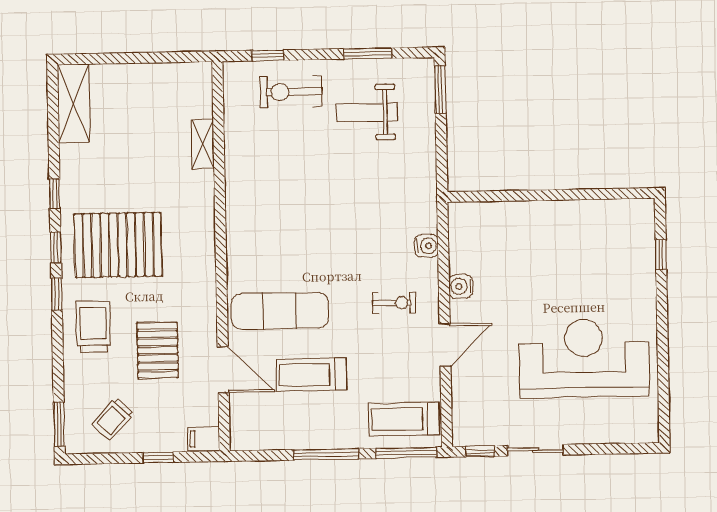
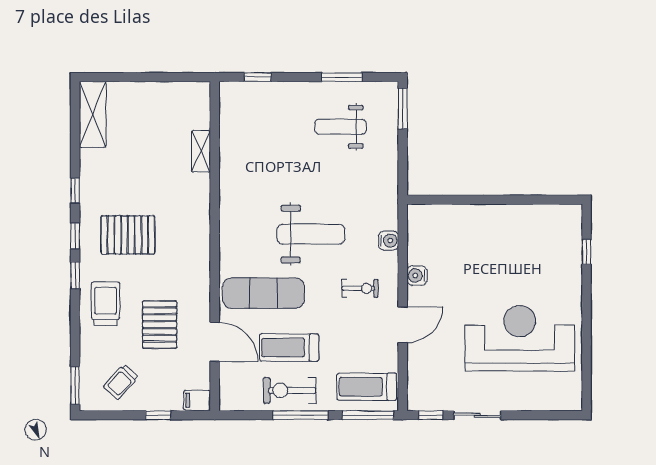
exercise bike: (291, 92) -> (290, 390), moved
weight bench: (335, 240) -> (311, 234), added
pallet: (118, 245) -> (128, 235), width x0.73, depth x0.71

